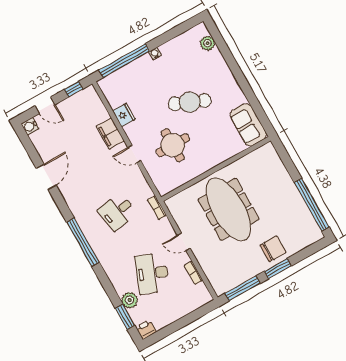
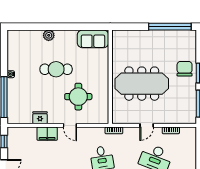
plant: (208, 43) -> (49, 35), moved
cafe table: (190, 102) -> (56, 69), turned 67
door: (134, 154) -> (70, 125), hinge flipped

